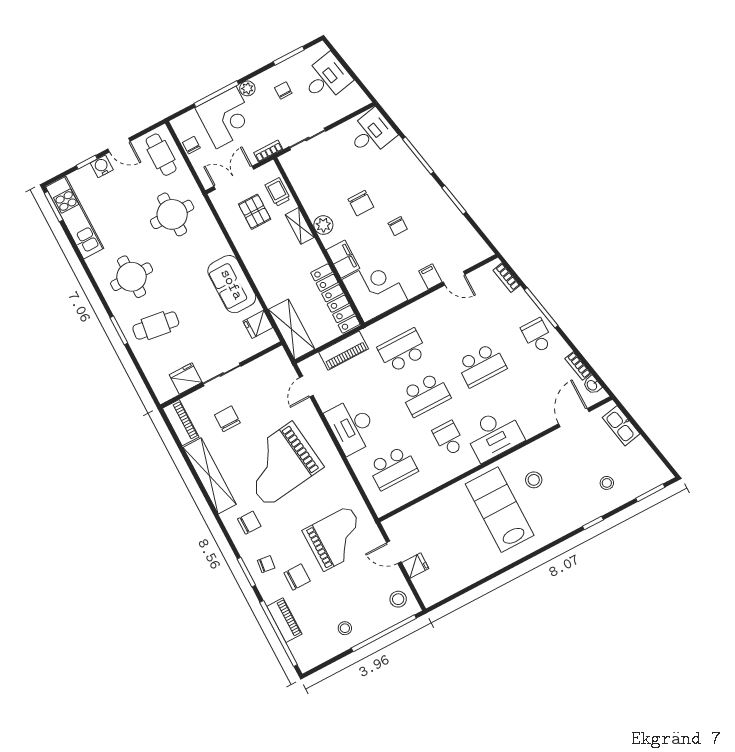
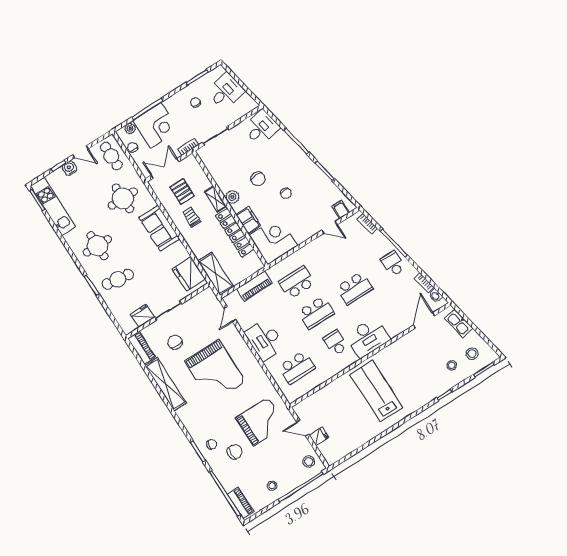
plant: (247, 88) -> (130, 128), moved
trolley: (278, 192) -> (192, 217), moved
filing cabinet: (430, 277) -> (341, 210), moved
sofa: (232, 284) -> (159, 228), moved
locker: (335, 298) -> (235, 233), moved
fridge: (258, 324) -> (189, 274), width x1.88, depth x1.34
grand piano: (279, 464) -> (215, 372), turned -83
stool: (534, 480) -> (472, 354), moved
chair: (249, 523) -> (197, 415), removed
piano: (284, 620) -> (241, 503), moved

